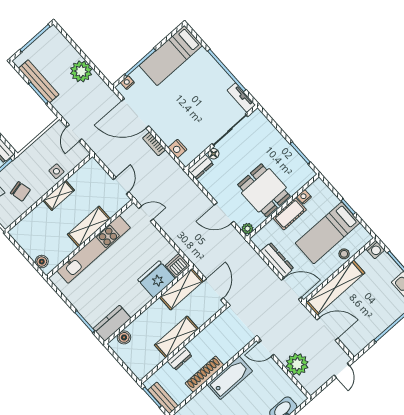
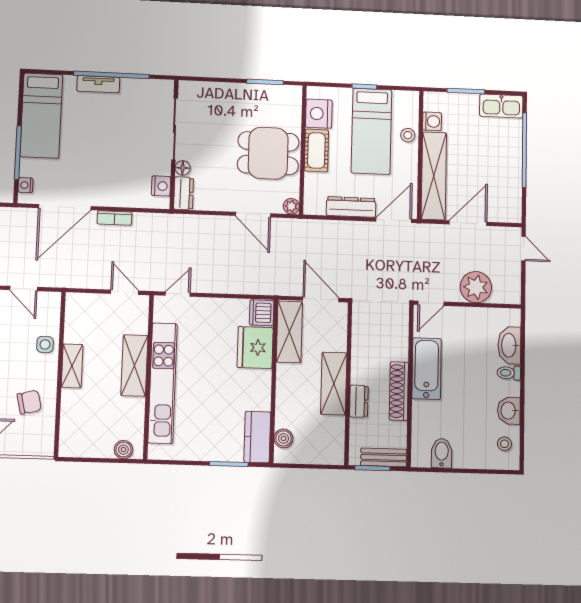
tv unit: (241, 98) -> (98, 84), moved
nightstand: (177, 149) -> (161, 186), moved, turned -90
nightstand: (304, 197) -> (319, 114), width x1.89, depth x1.79
door: (224, 213) -> (253, 215), hinge flipped
washing machine: (375, 250) -> (432, 121), moved

